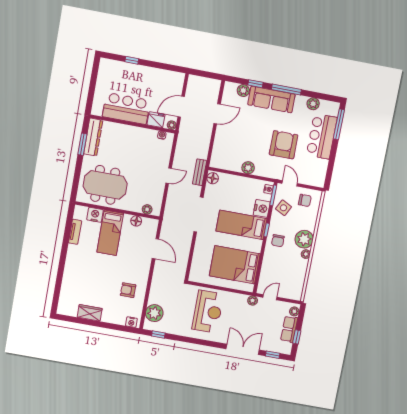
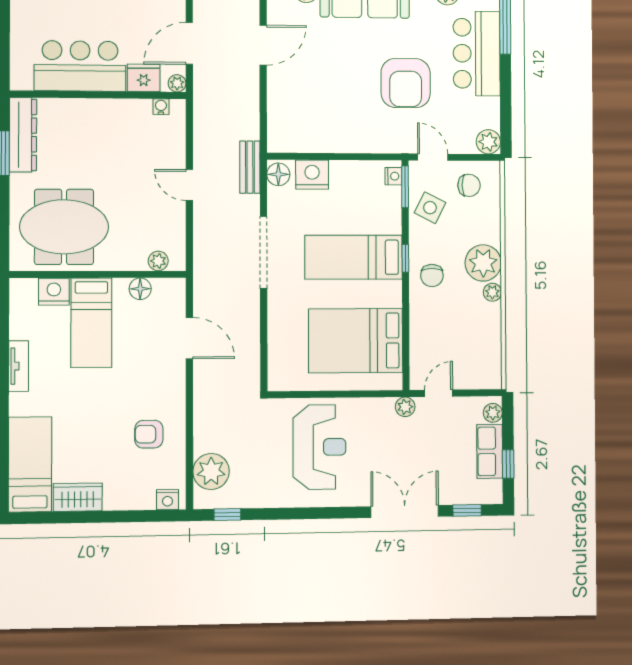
armchair: (284, 145) -> (406, 83), turned 180
plant: (248, 168) -> (488, 142), moved
door: (169, 176) -> (189, 185), swing flipped
nightstand: (262, 208) -> (312, 175), moved, turned -90
tv unit: (75, 232) -> (19, 366), moved
bed: (70, 293) -> (30, 464), added

